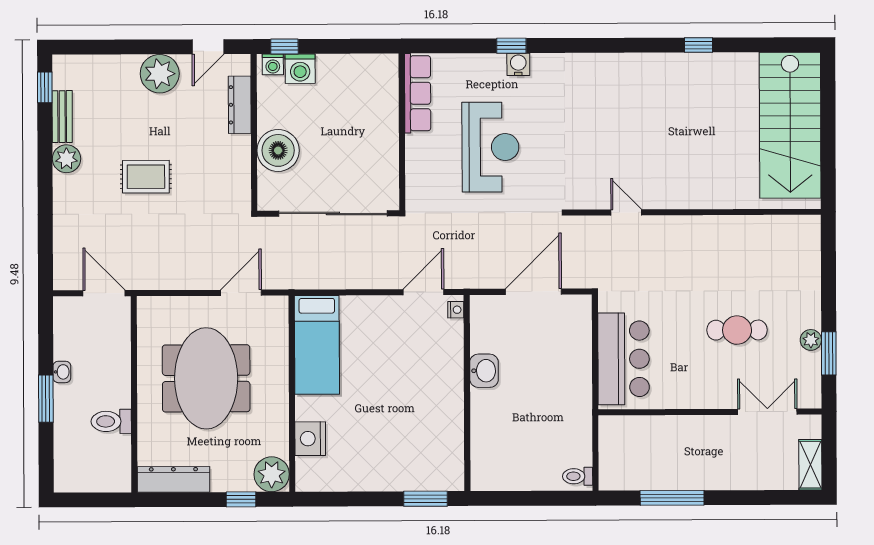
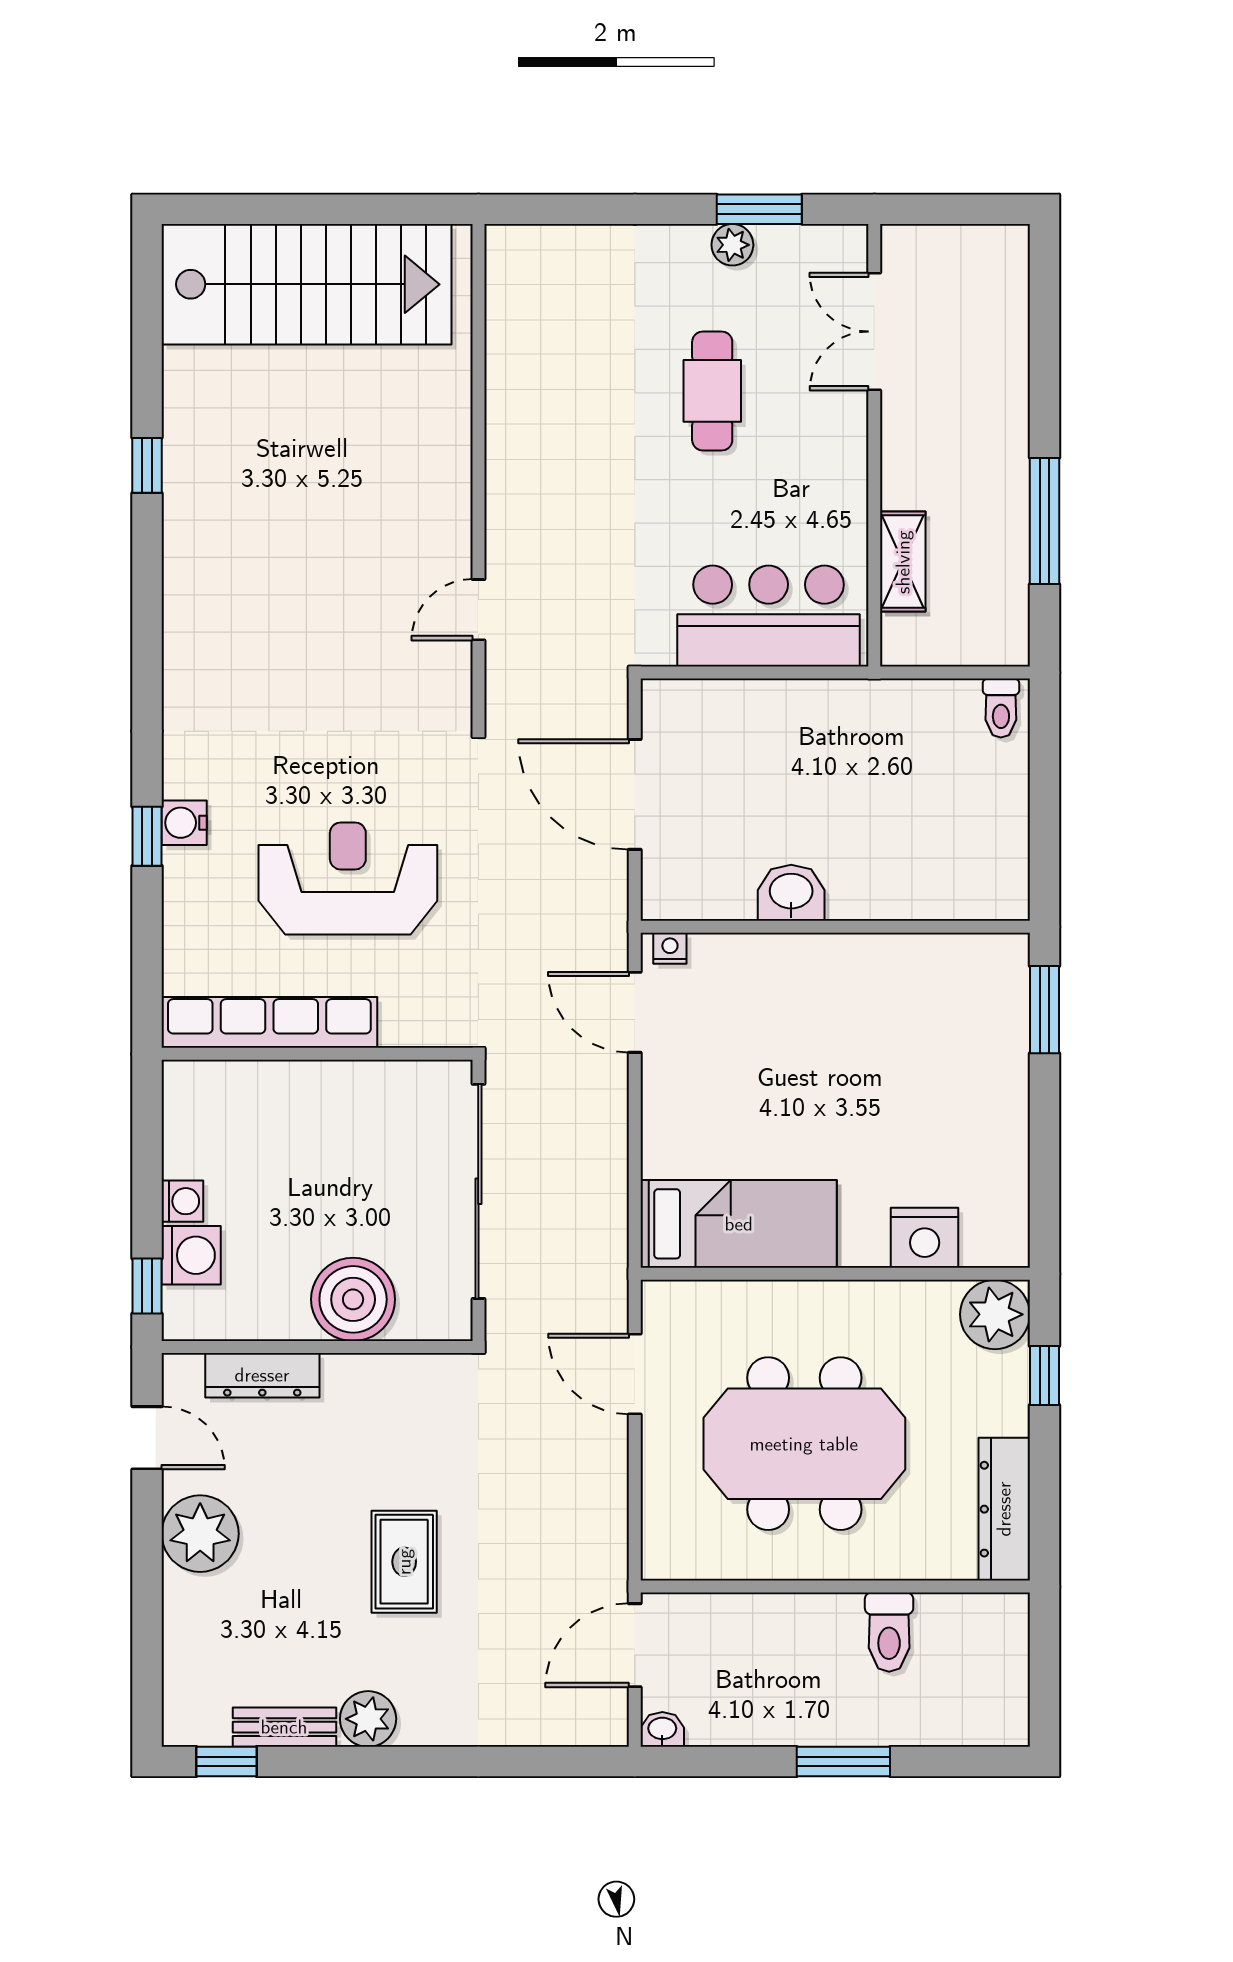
washing machine: (273, 64) -> (182, 1201), moved
row of seats: (418, 93) -> (269, 1022), width x1.36
washbasin: (62, 372) -> (662, 1729), moved
shelving: (810, 465) -> (903, 562), moved, turned 90

